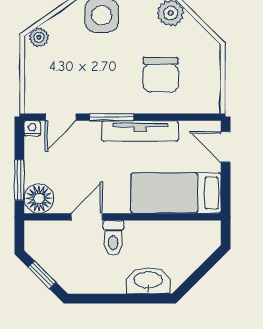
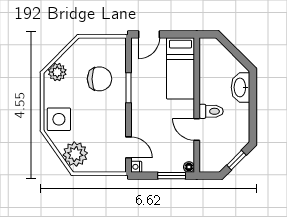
plant: (39, 37) -> (75, 154), width x1.88, depth x1.88
window: (112, 117) -> (129, 88), moved
tv unit: (140, 131) -> (138, 93), removed
floor lamp: (39, 198) -> (189, 167), width x0.53, depth x0.53

